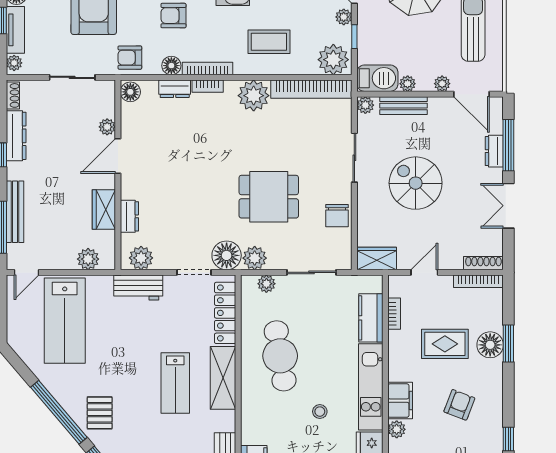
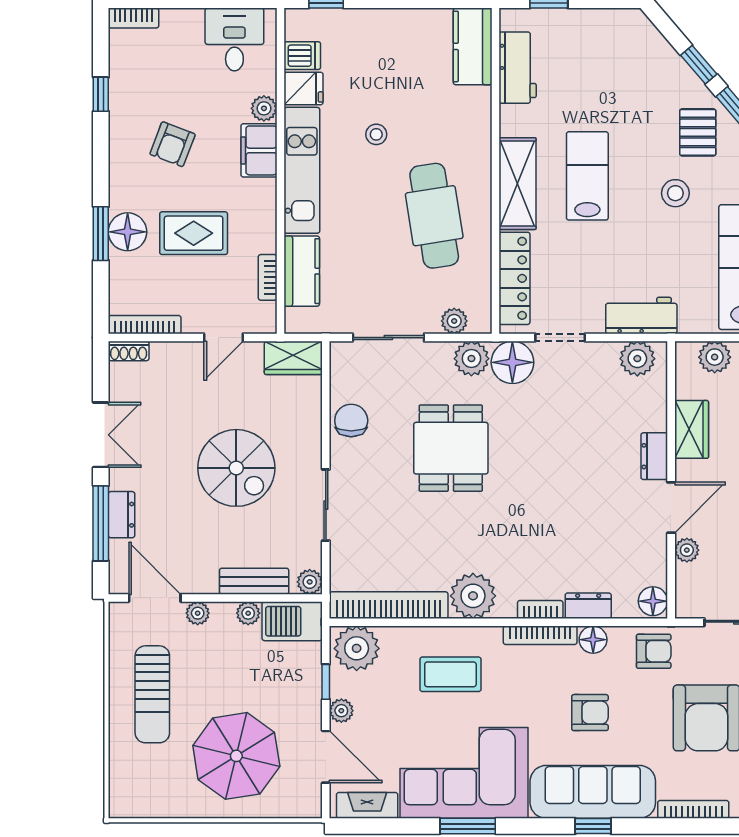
dining table: (269, 197) -> (451, 448), turned 90
dresser: (129, 216) -> (654, 456), moved
shoe rack: (483, 263) -> (129, 351), width x0.70
stool: (115, 371) -> (675, 193), added

